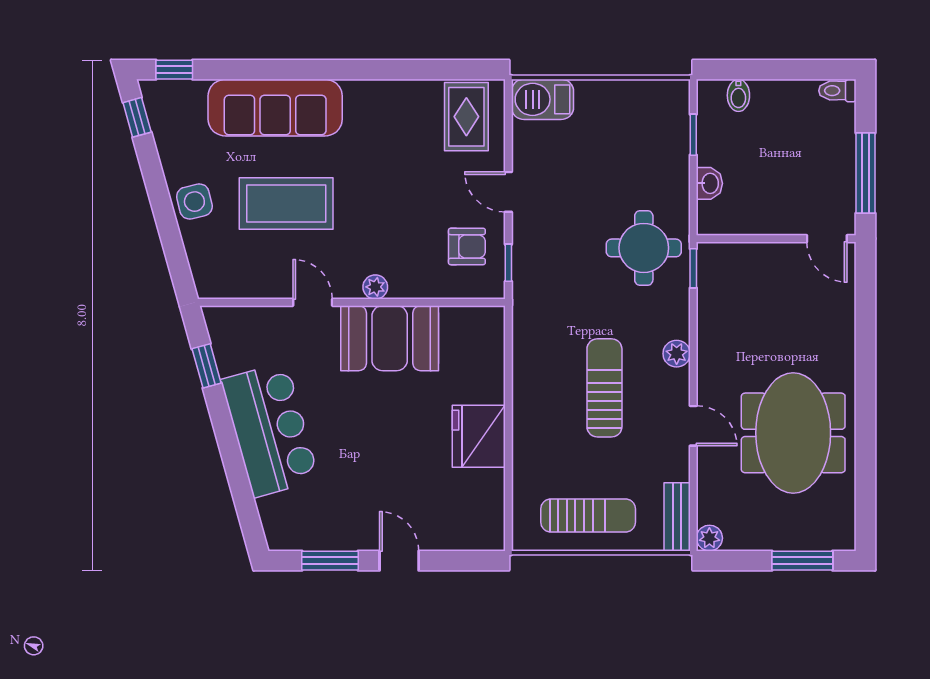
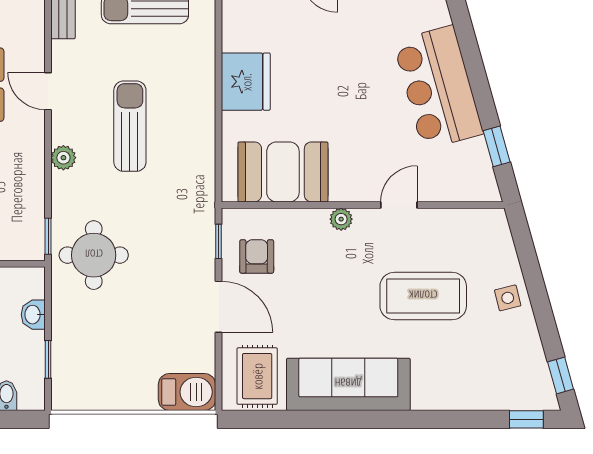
sofa: (275, 108) -> (348, 384), moved
door: (508, 192) -> (218, 307), width x1.38
side table: (194, 202) -> (508, 298), width x0.73, depth x0.73
armchair: (467, 246) -> (257, 256), turned 90
door: (313, 302) -> (399, 205), swing flipped
booth: (390, 338) -> (283, 172), moved
sun lounger: (604, 388) -> (130, 126), turned 180

